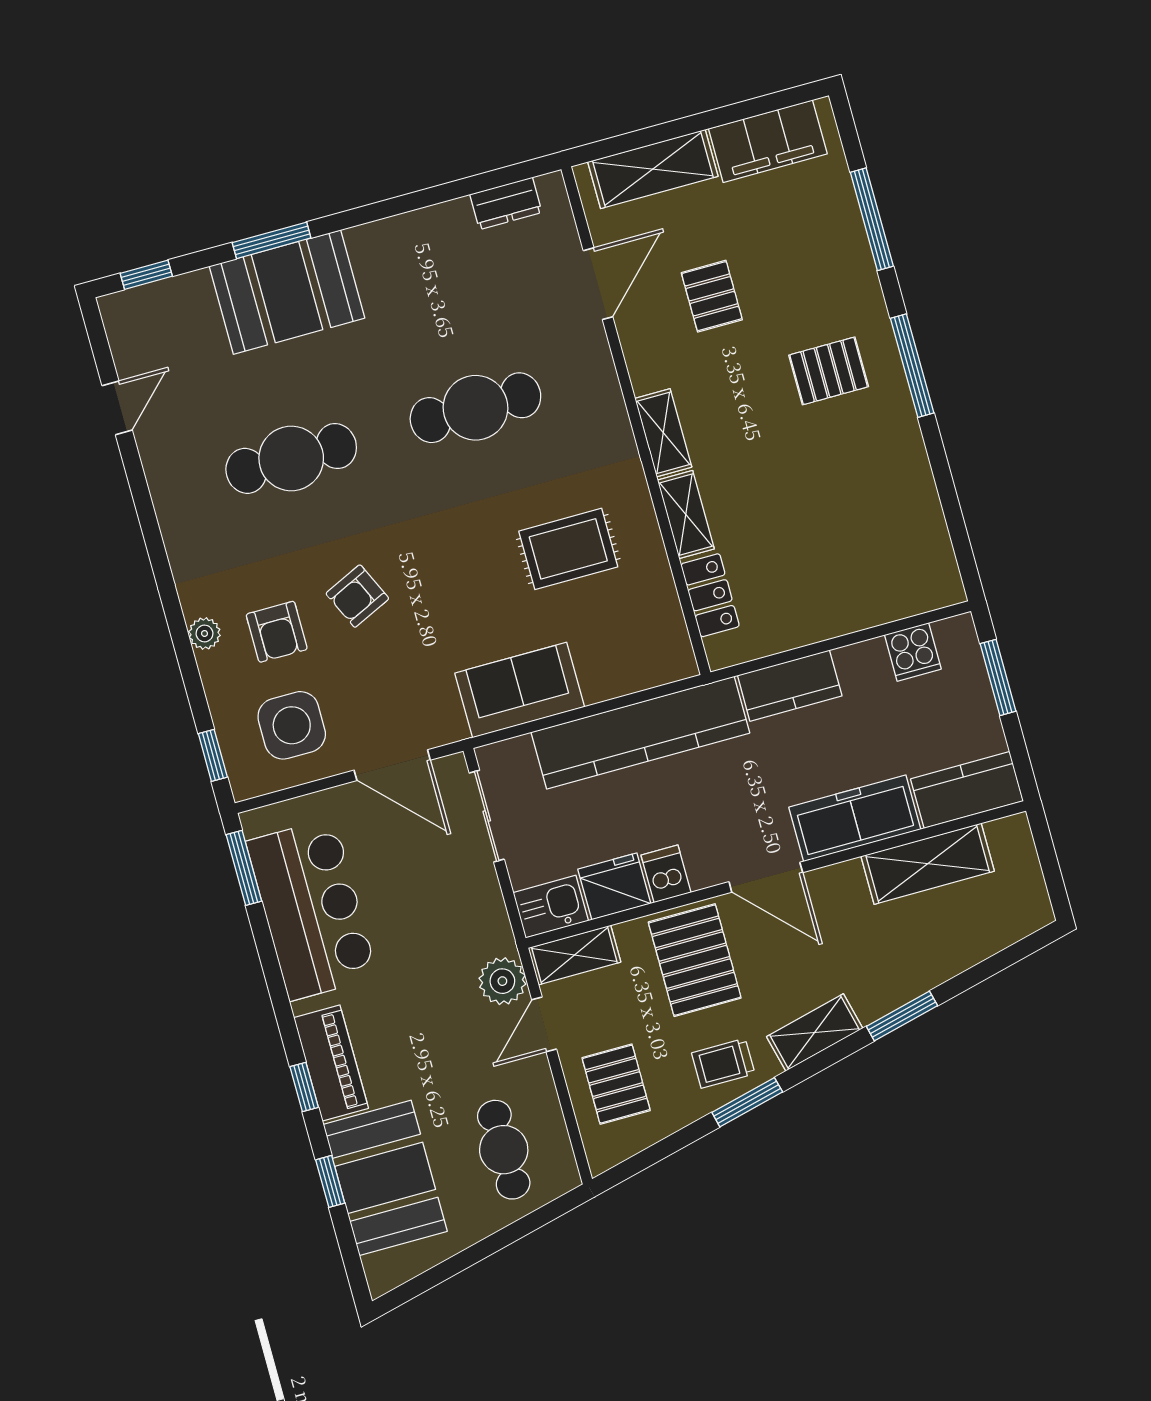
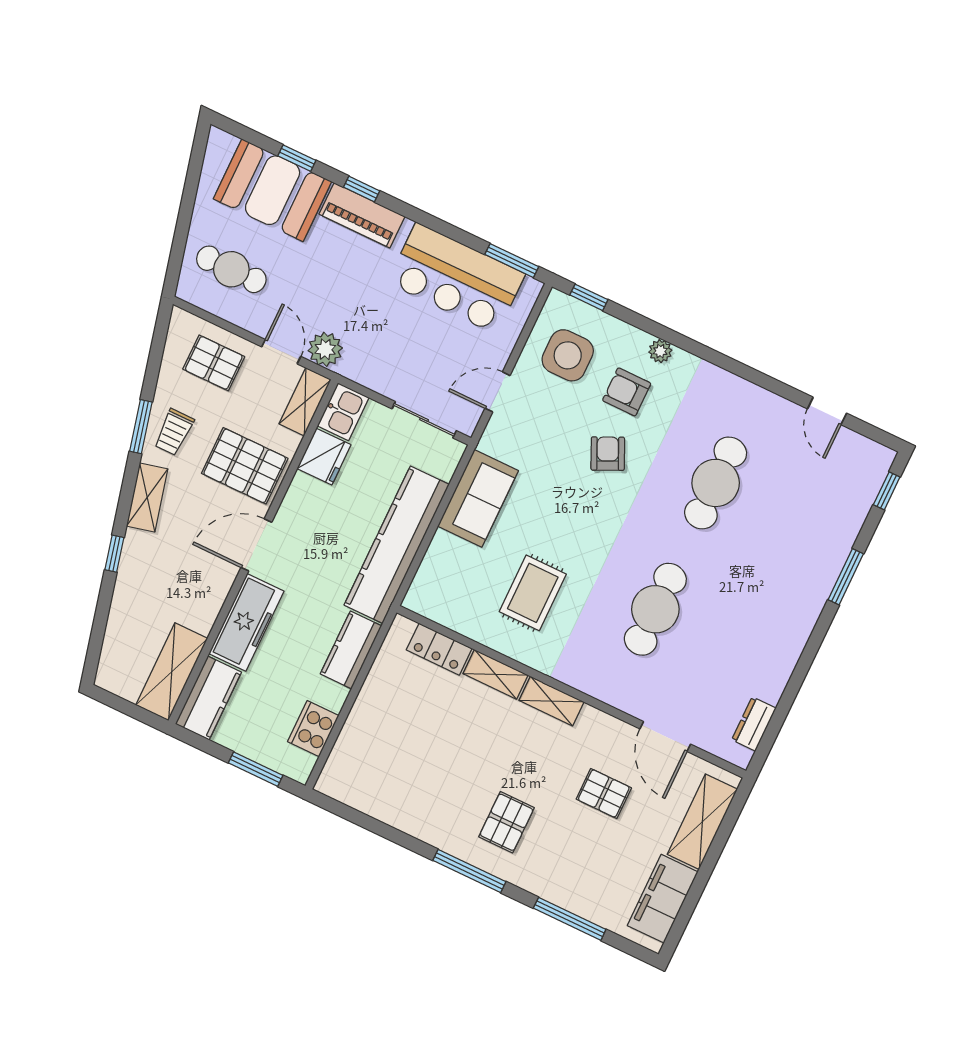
booth: (287, 292) -> (810, 560), removed
cooker: (913, 652) -> (313, 729), width x1.36
door: (392, 765) -> (498, 392), width x0.73
shelving: (928, 864) -> (172, 672), moved
dishwasher: (666, 874) -> (306, 491), removed
window: (902, 1016) -> (114, 554), width x0.67
trolley: (723, 1063) -> (174, 432), turned 180

